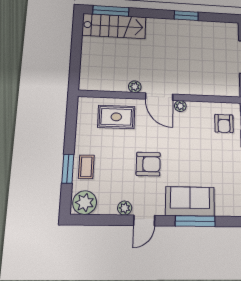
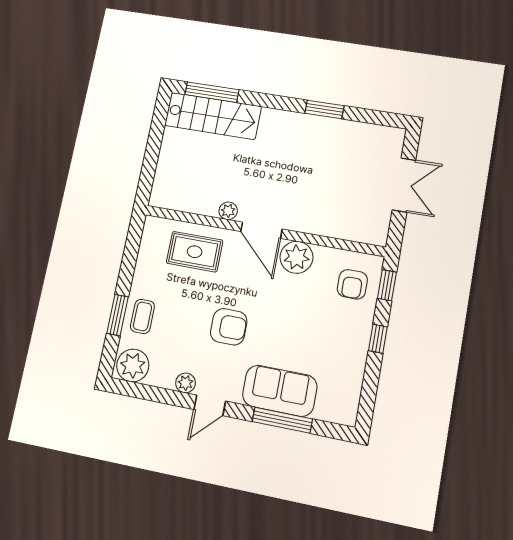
plant: (180, 106) -> (296, 257), width x1.88, depth x1.88

